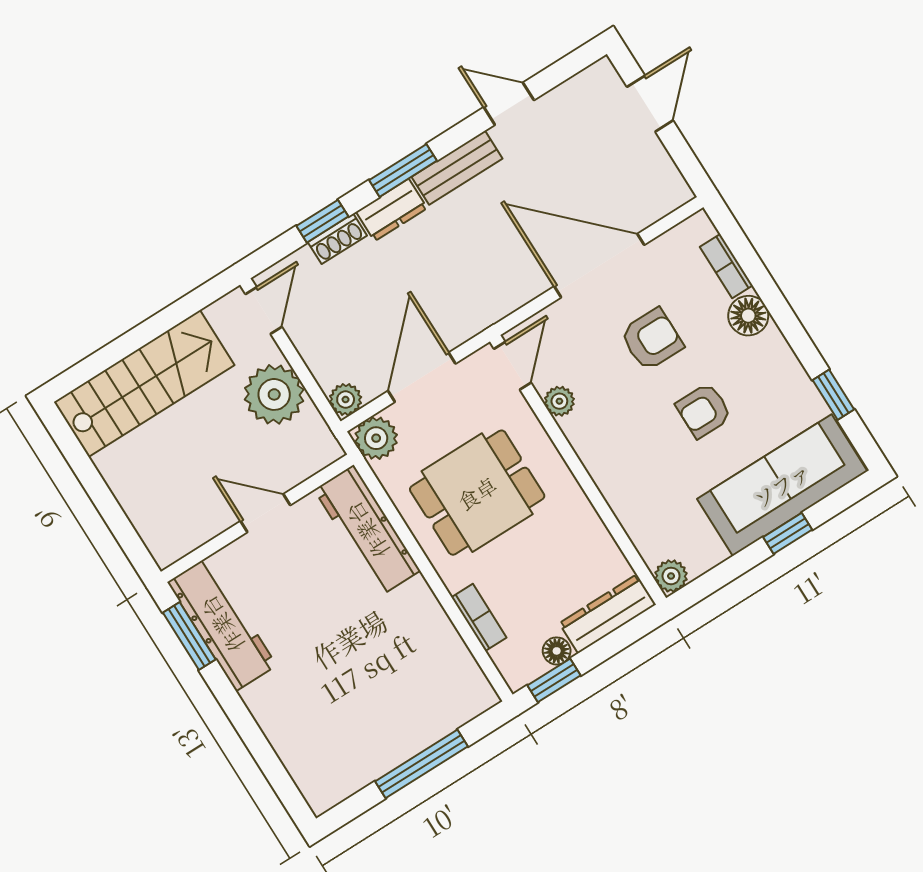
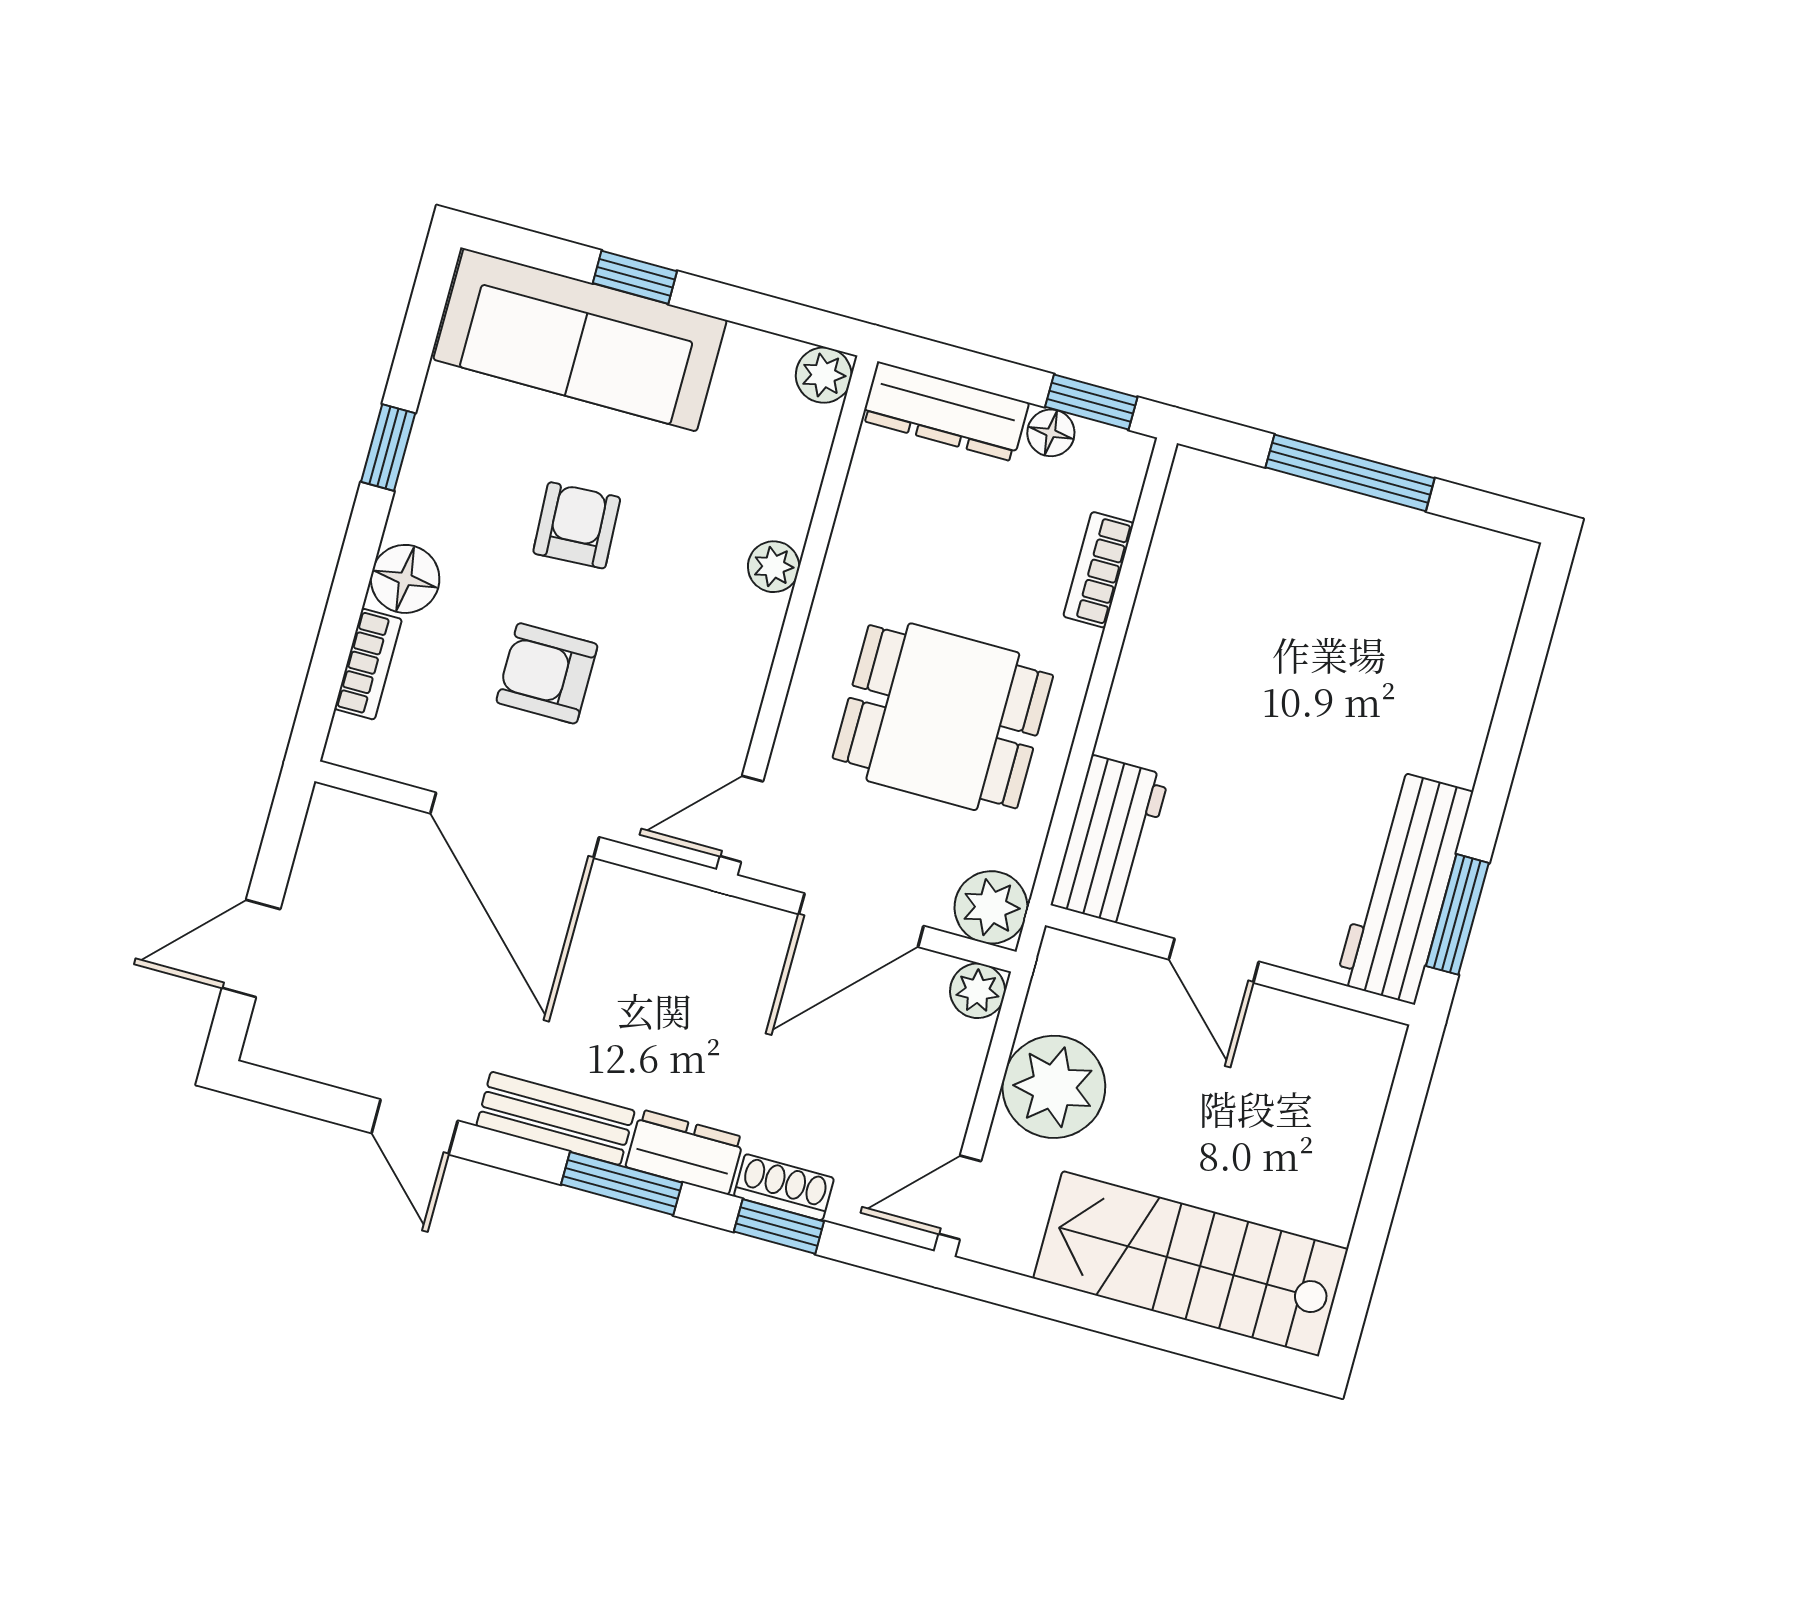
window: (833, 395) -> (388, 448), moved
plant: (559, 401) -> (774, 567), moved
armchair: (704, 411) -> (577, 525), turned -93
workbench: (367, 530) -> (1110, 840), width x0.73

